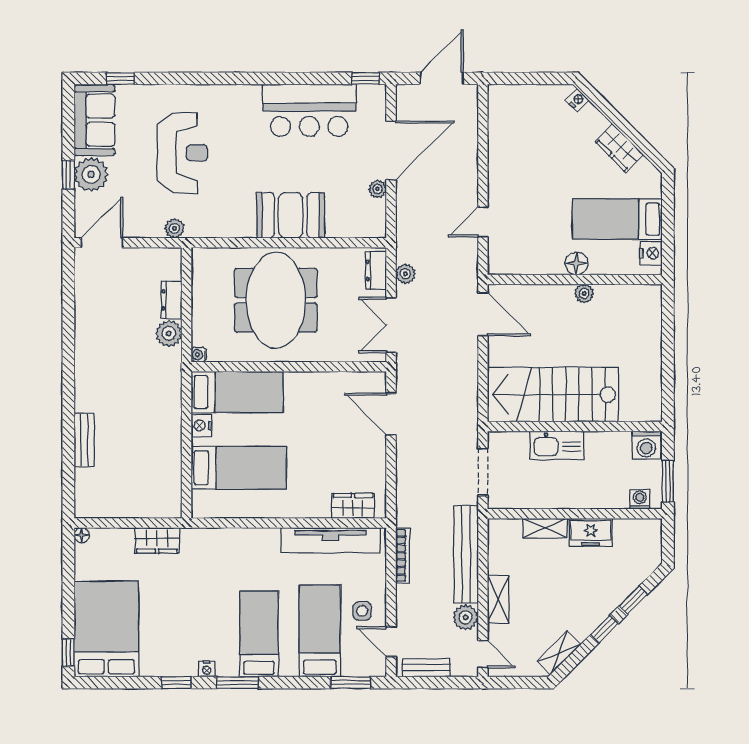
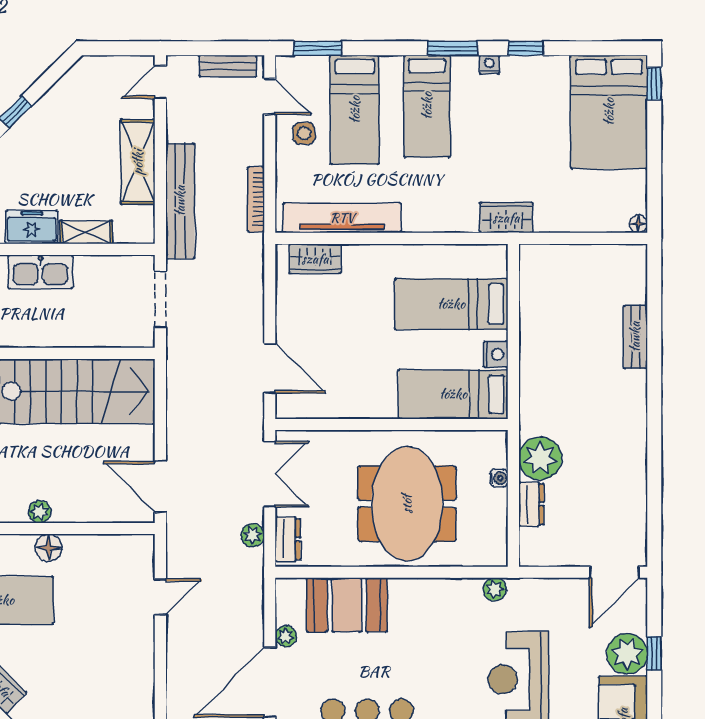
booth: (291, 215) -> (347, 605), moved
plant: (174, 228) -> (495, 589), moved
plant: (169, 334) -> (540, 458), width x1.36, depth x1.36
water cooler: (199, 355) -> (499, 478), moved
kitchen sink: (557, 445) -> (40, 272), moved, turned 180
wardrobe: (157, 540) -> (506, 218), moved
shelving: (498, 599) -> (138, 162), width x1.50, depth x1.33
plant: (466, 617) -> (181, 126), removed
shelving: (559, 653) -> (70, 84), removed
door: (483, 654) -> (160, 82), hinge flipped

